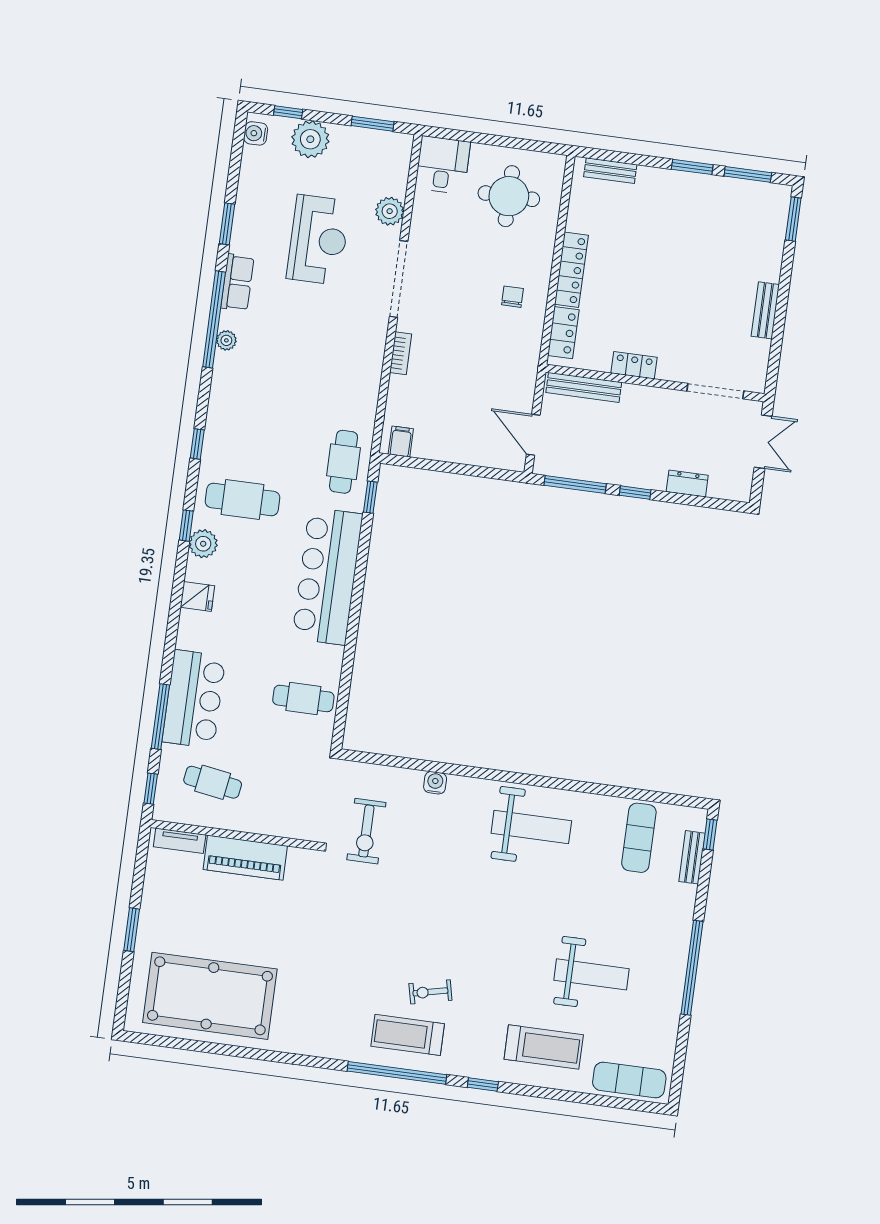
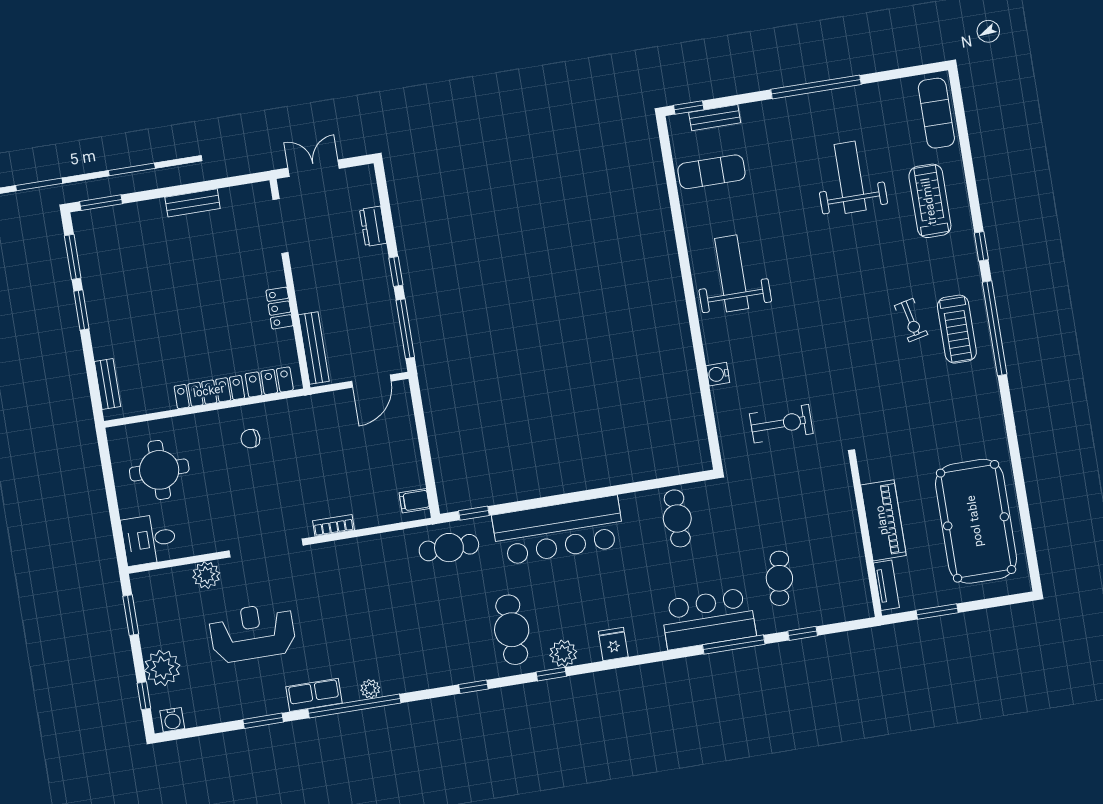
wall: (235, 835) -> (866, 536), moved
tv unit: (180, 841) -> (886, 585), moved
piano: (245, 858) -> (883, 520), moved

